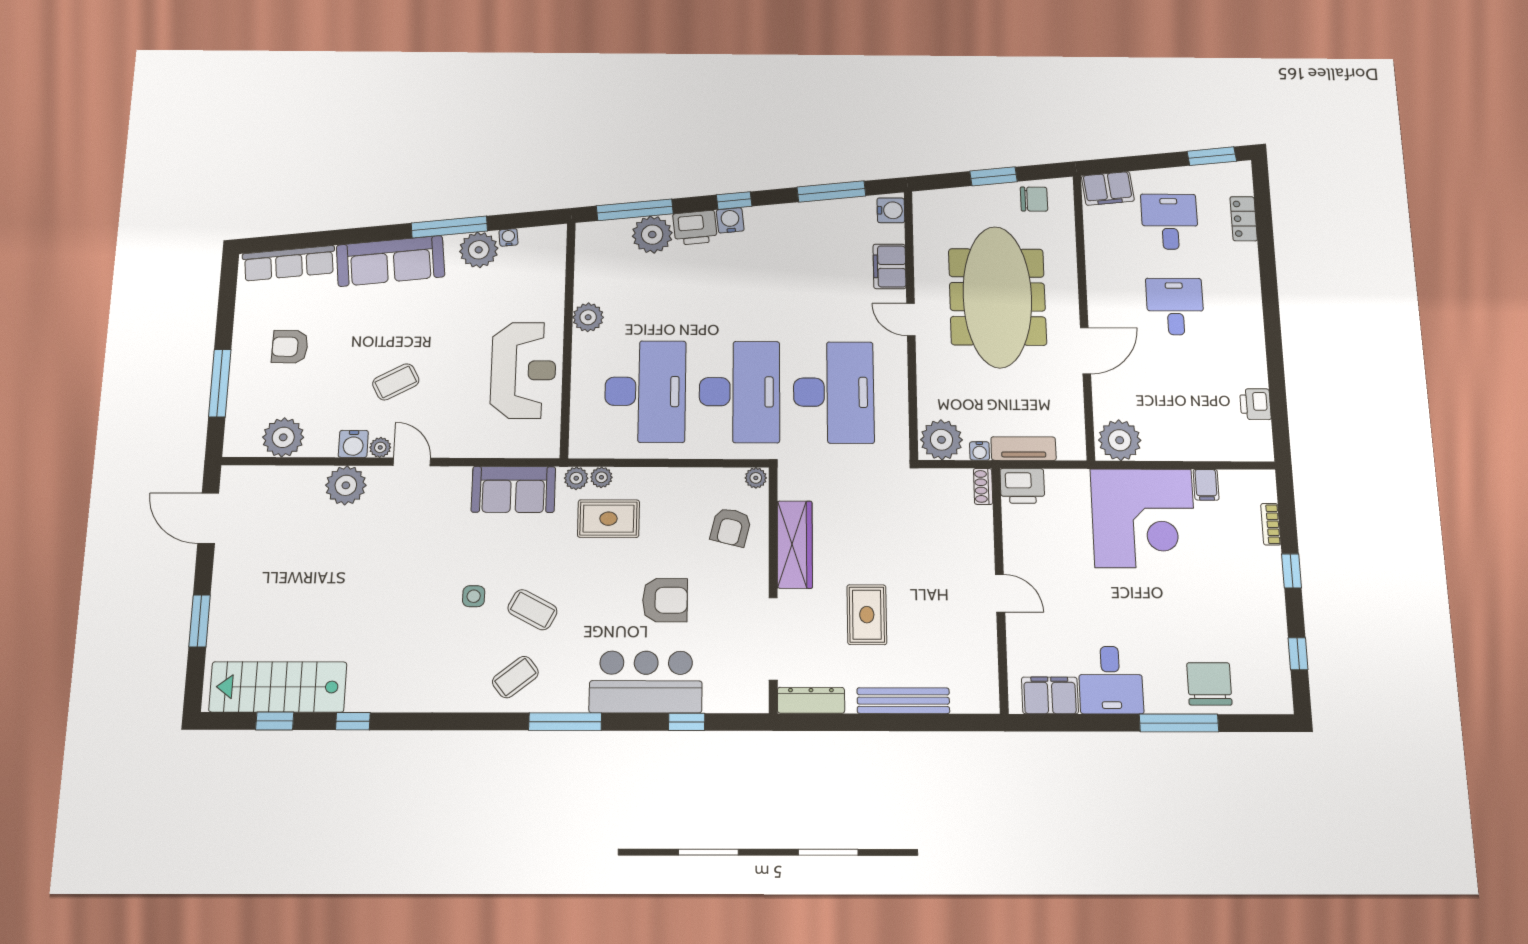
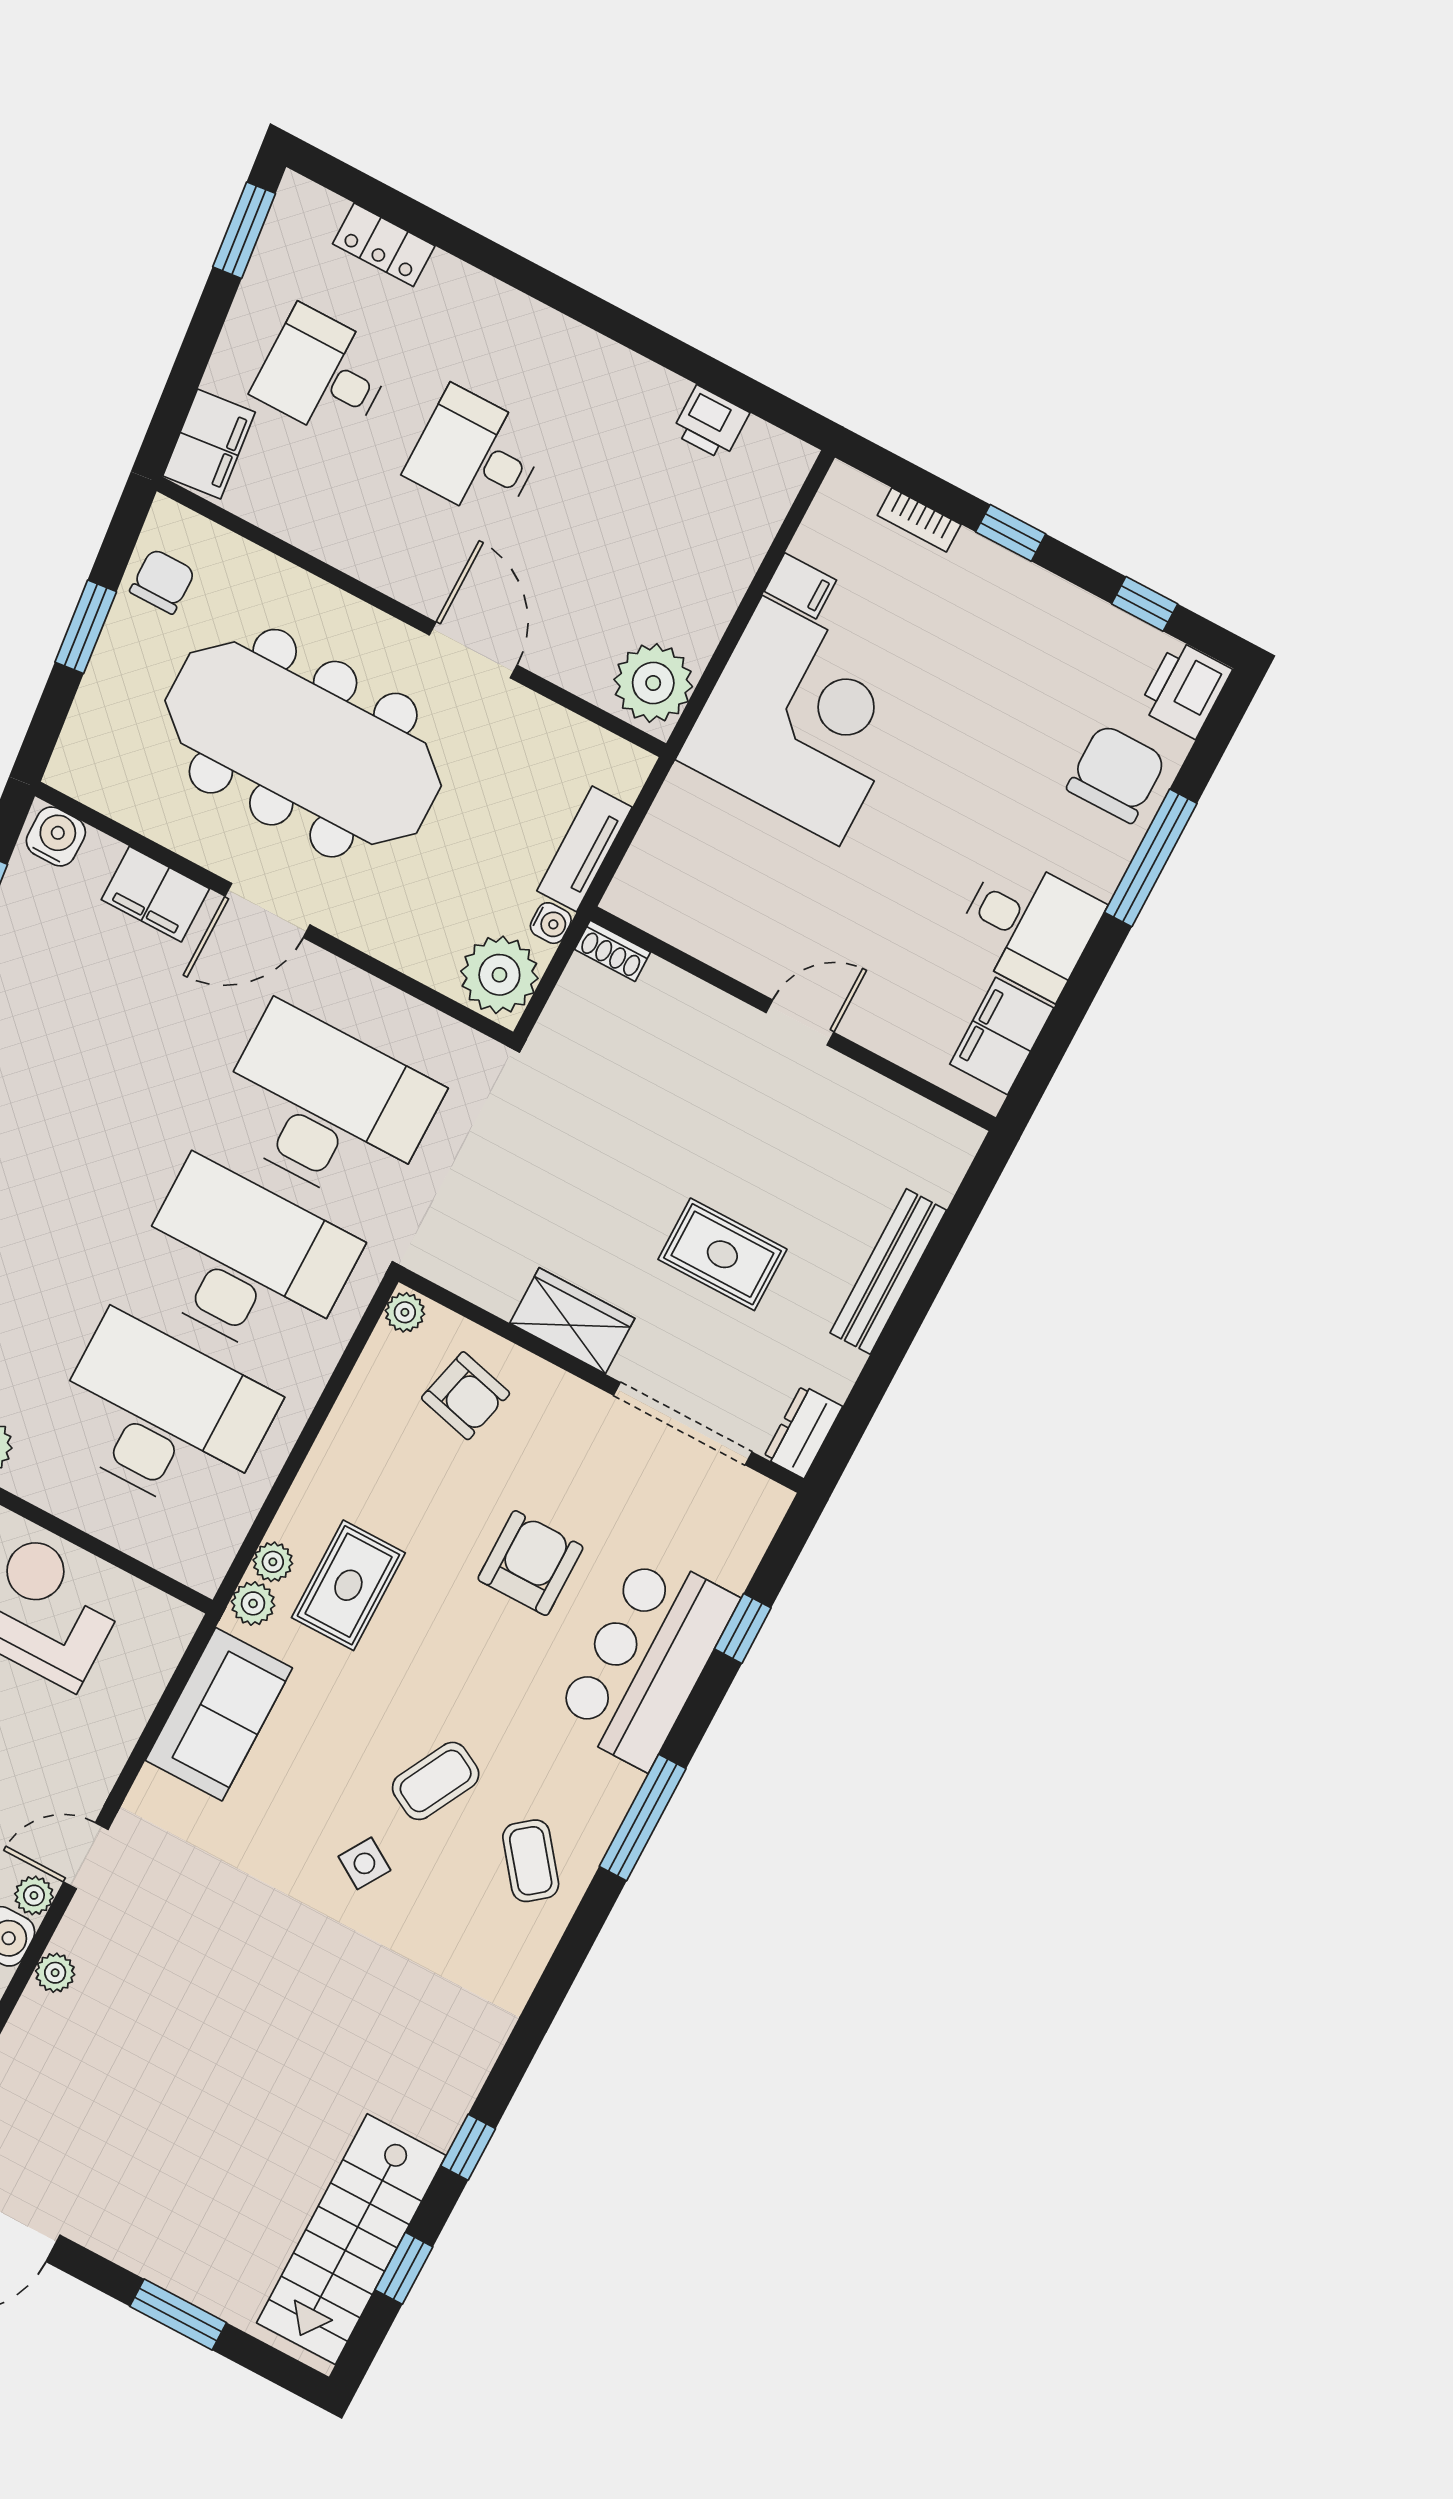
door: (911, 320) -> (267, 911), width x1.38
plant: (346, 485) -> (55, 1973), width x0.53, depth x0.53
printer: (1022, 486) -> (1185, 689), moved, turned 180
wardrobe: (795, 544) -> (572, 1321), width x0.67
side table: (474, 596) -> (364, 1863), turned 32
chair: (1209, 684) -> (1116, 774), turned 90
dresser: (811, 700) -> (803, 1432), width x0.70

